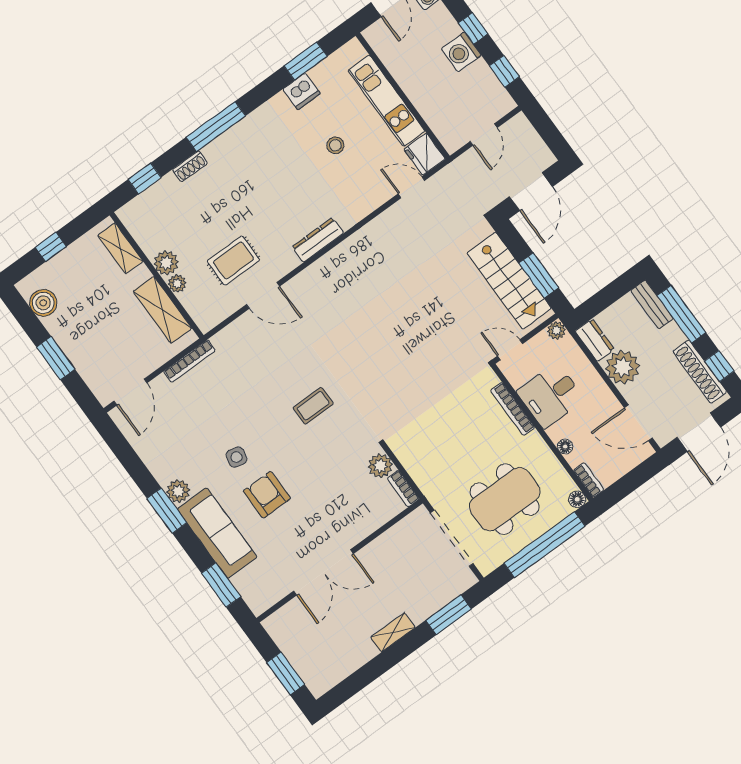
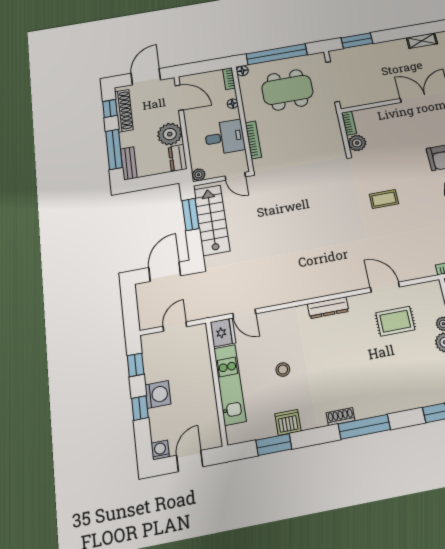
shoe rack: (190, 166) -> (341, 417), moved
shelving: (393, 632) -> (422, 41), moved

